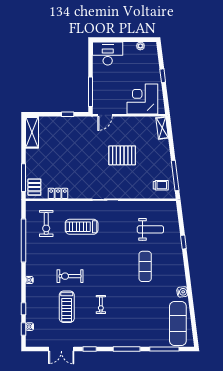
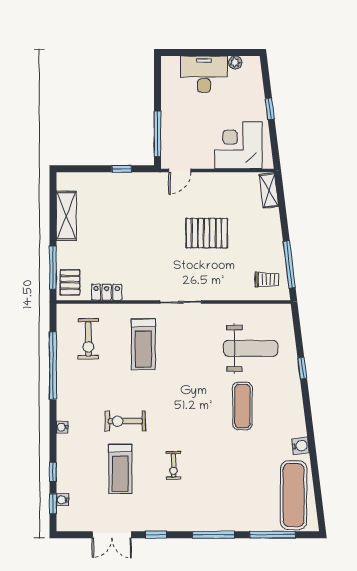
desk: (108, 53) -> (204, 74), moved
shelving: (32, 132) -> (66, 216), moved
treadmill: (82, 227) -> (143, 344), turned -90
weight bench: (150, 229) -> (251, 348), width x1.36, depth x1.33

